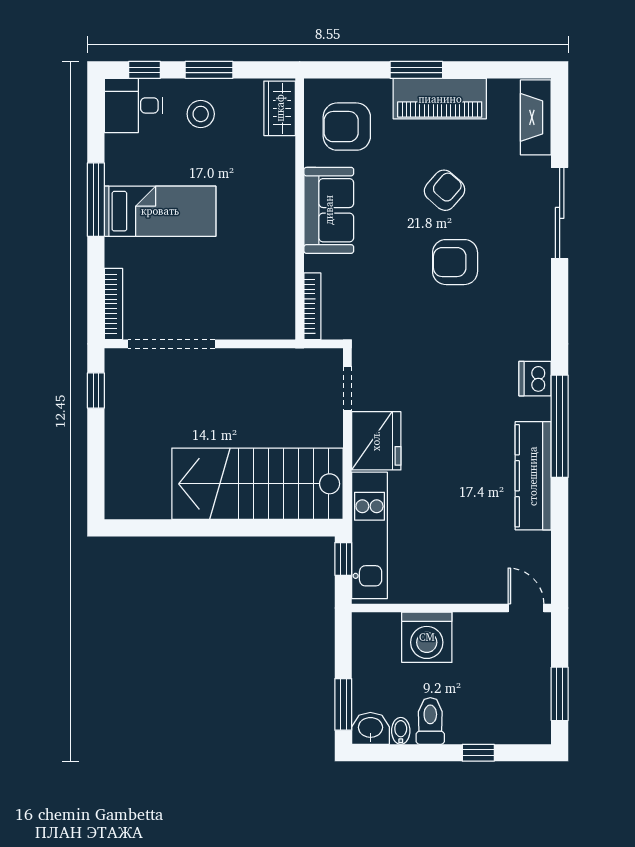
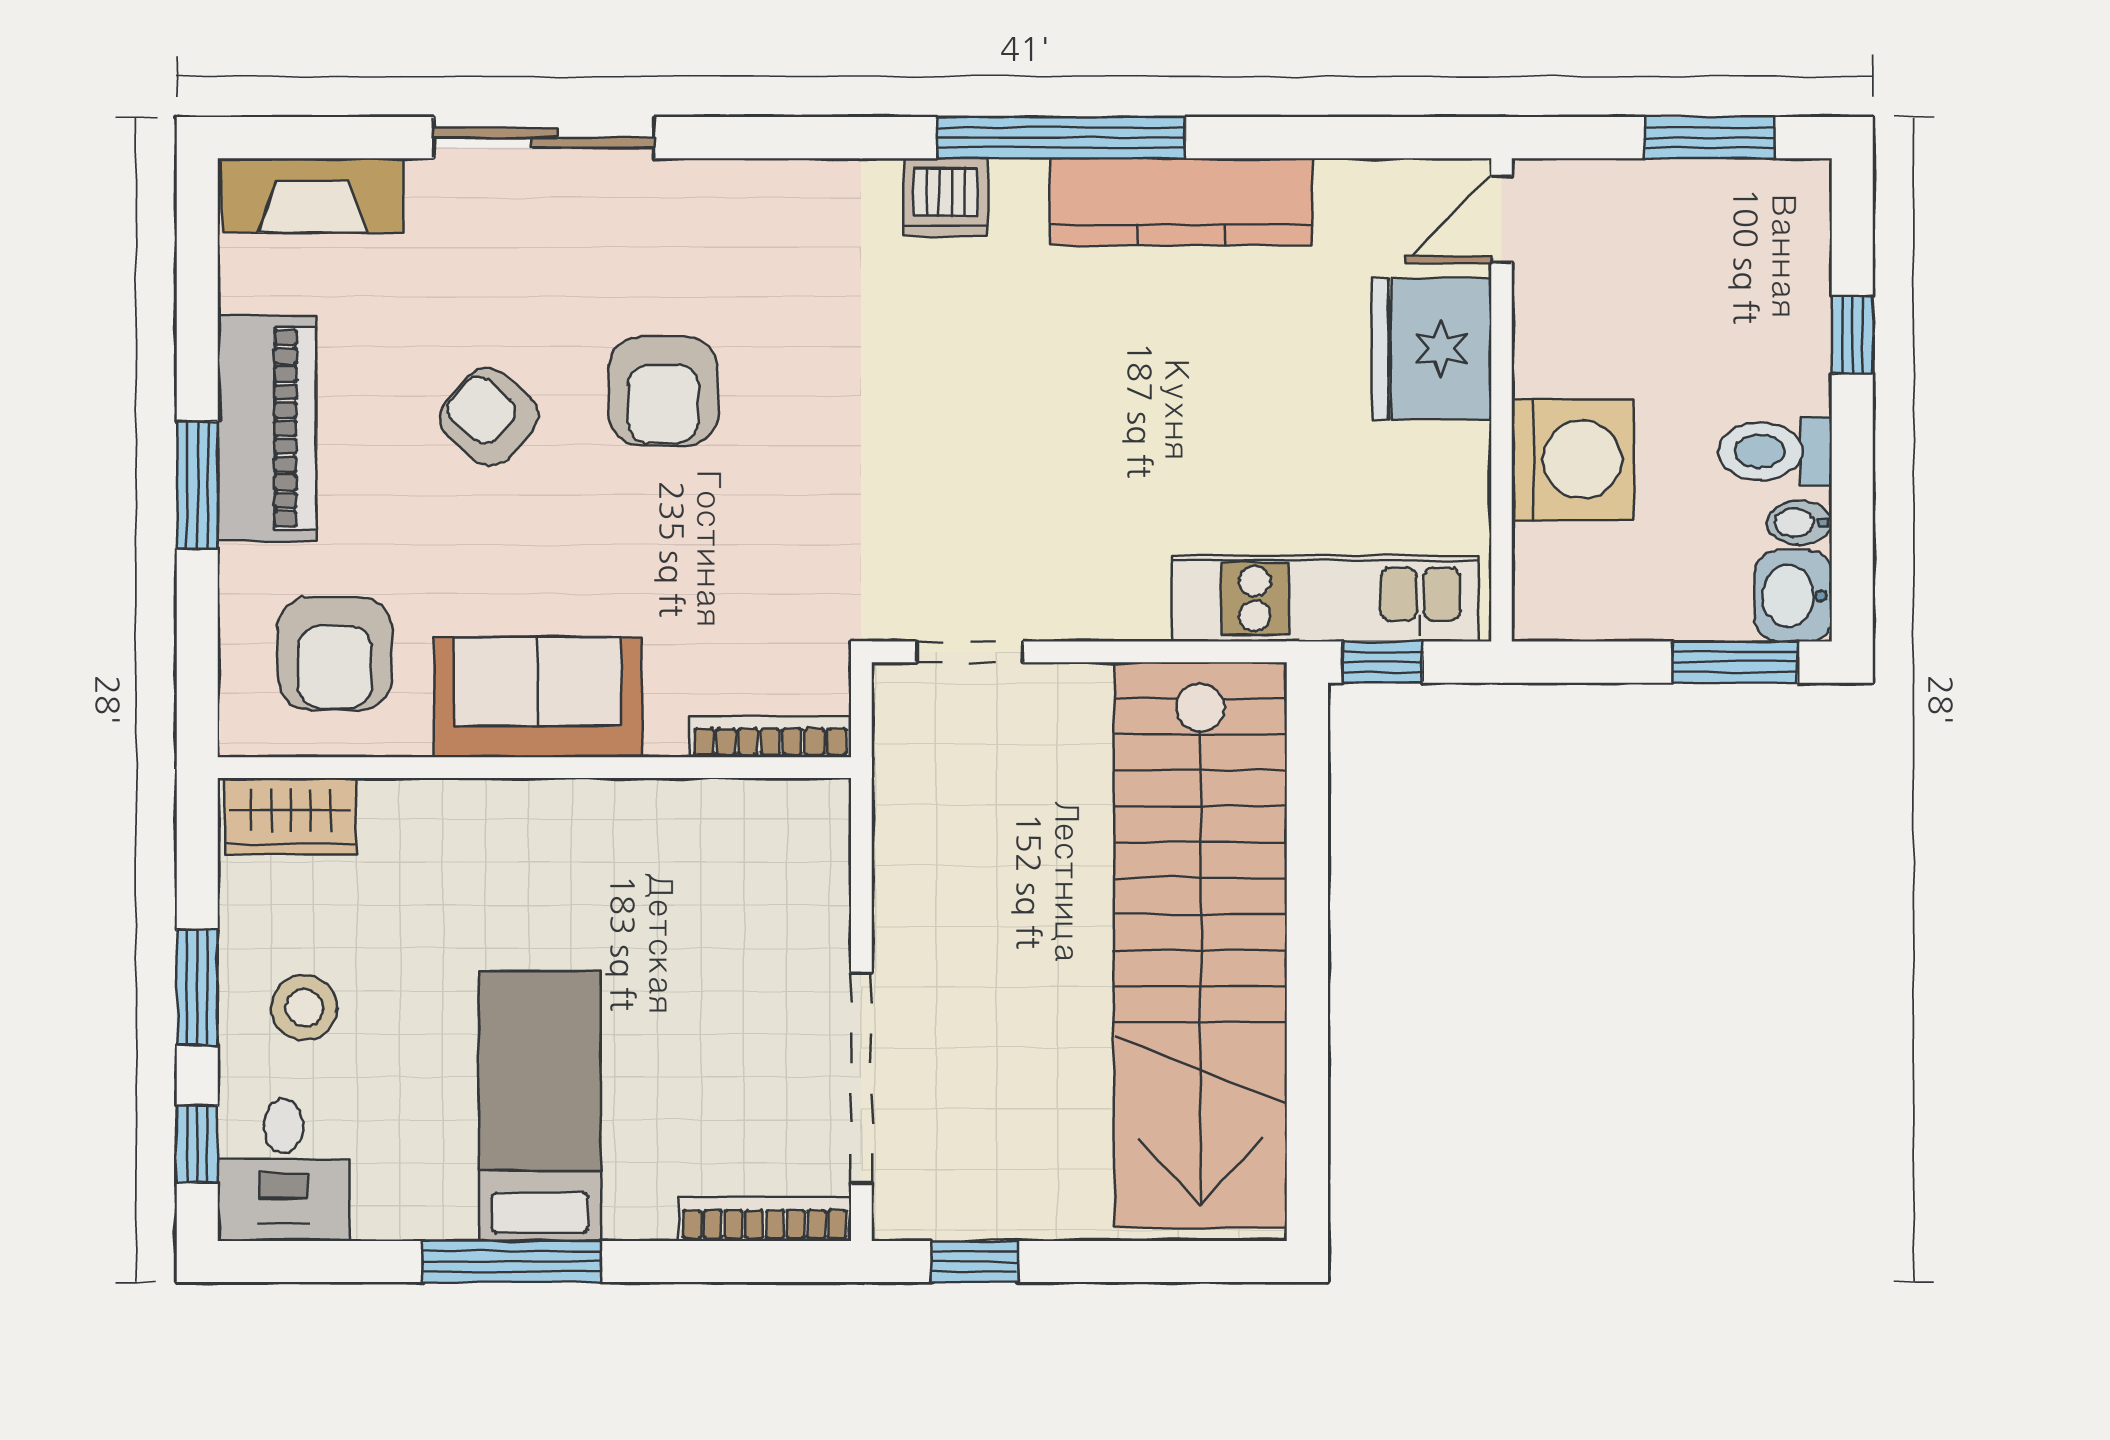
fridge: (376, 441) -> (1432, 349), moved, turned -90
stairs: (258, 484) -> (1200, 945), width x1.36

